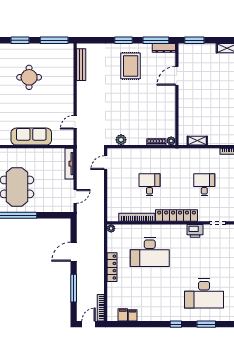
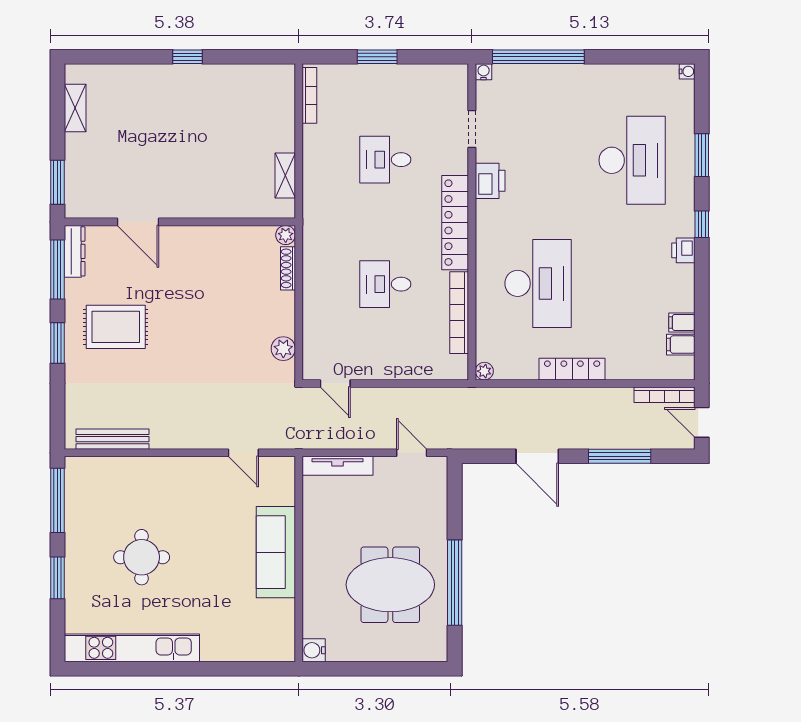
printer: (164, 316) -> (683, 250), added

